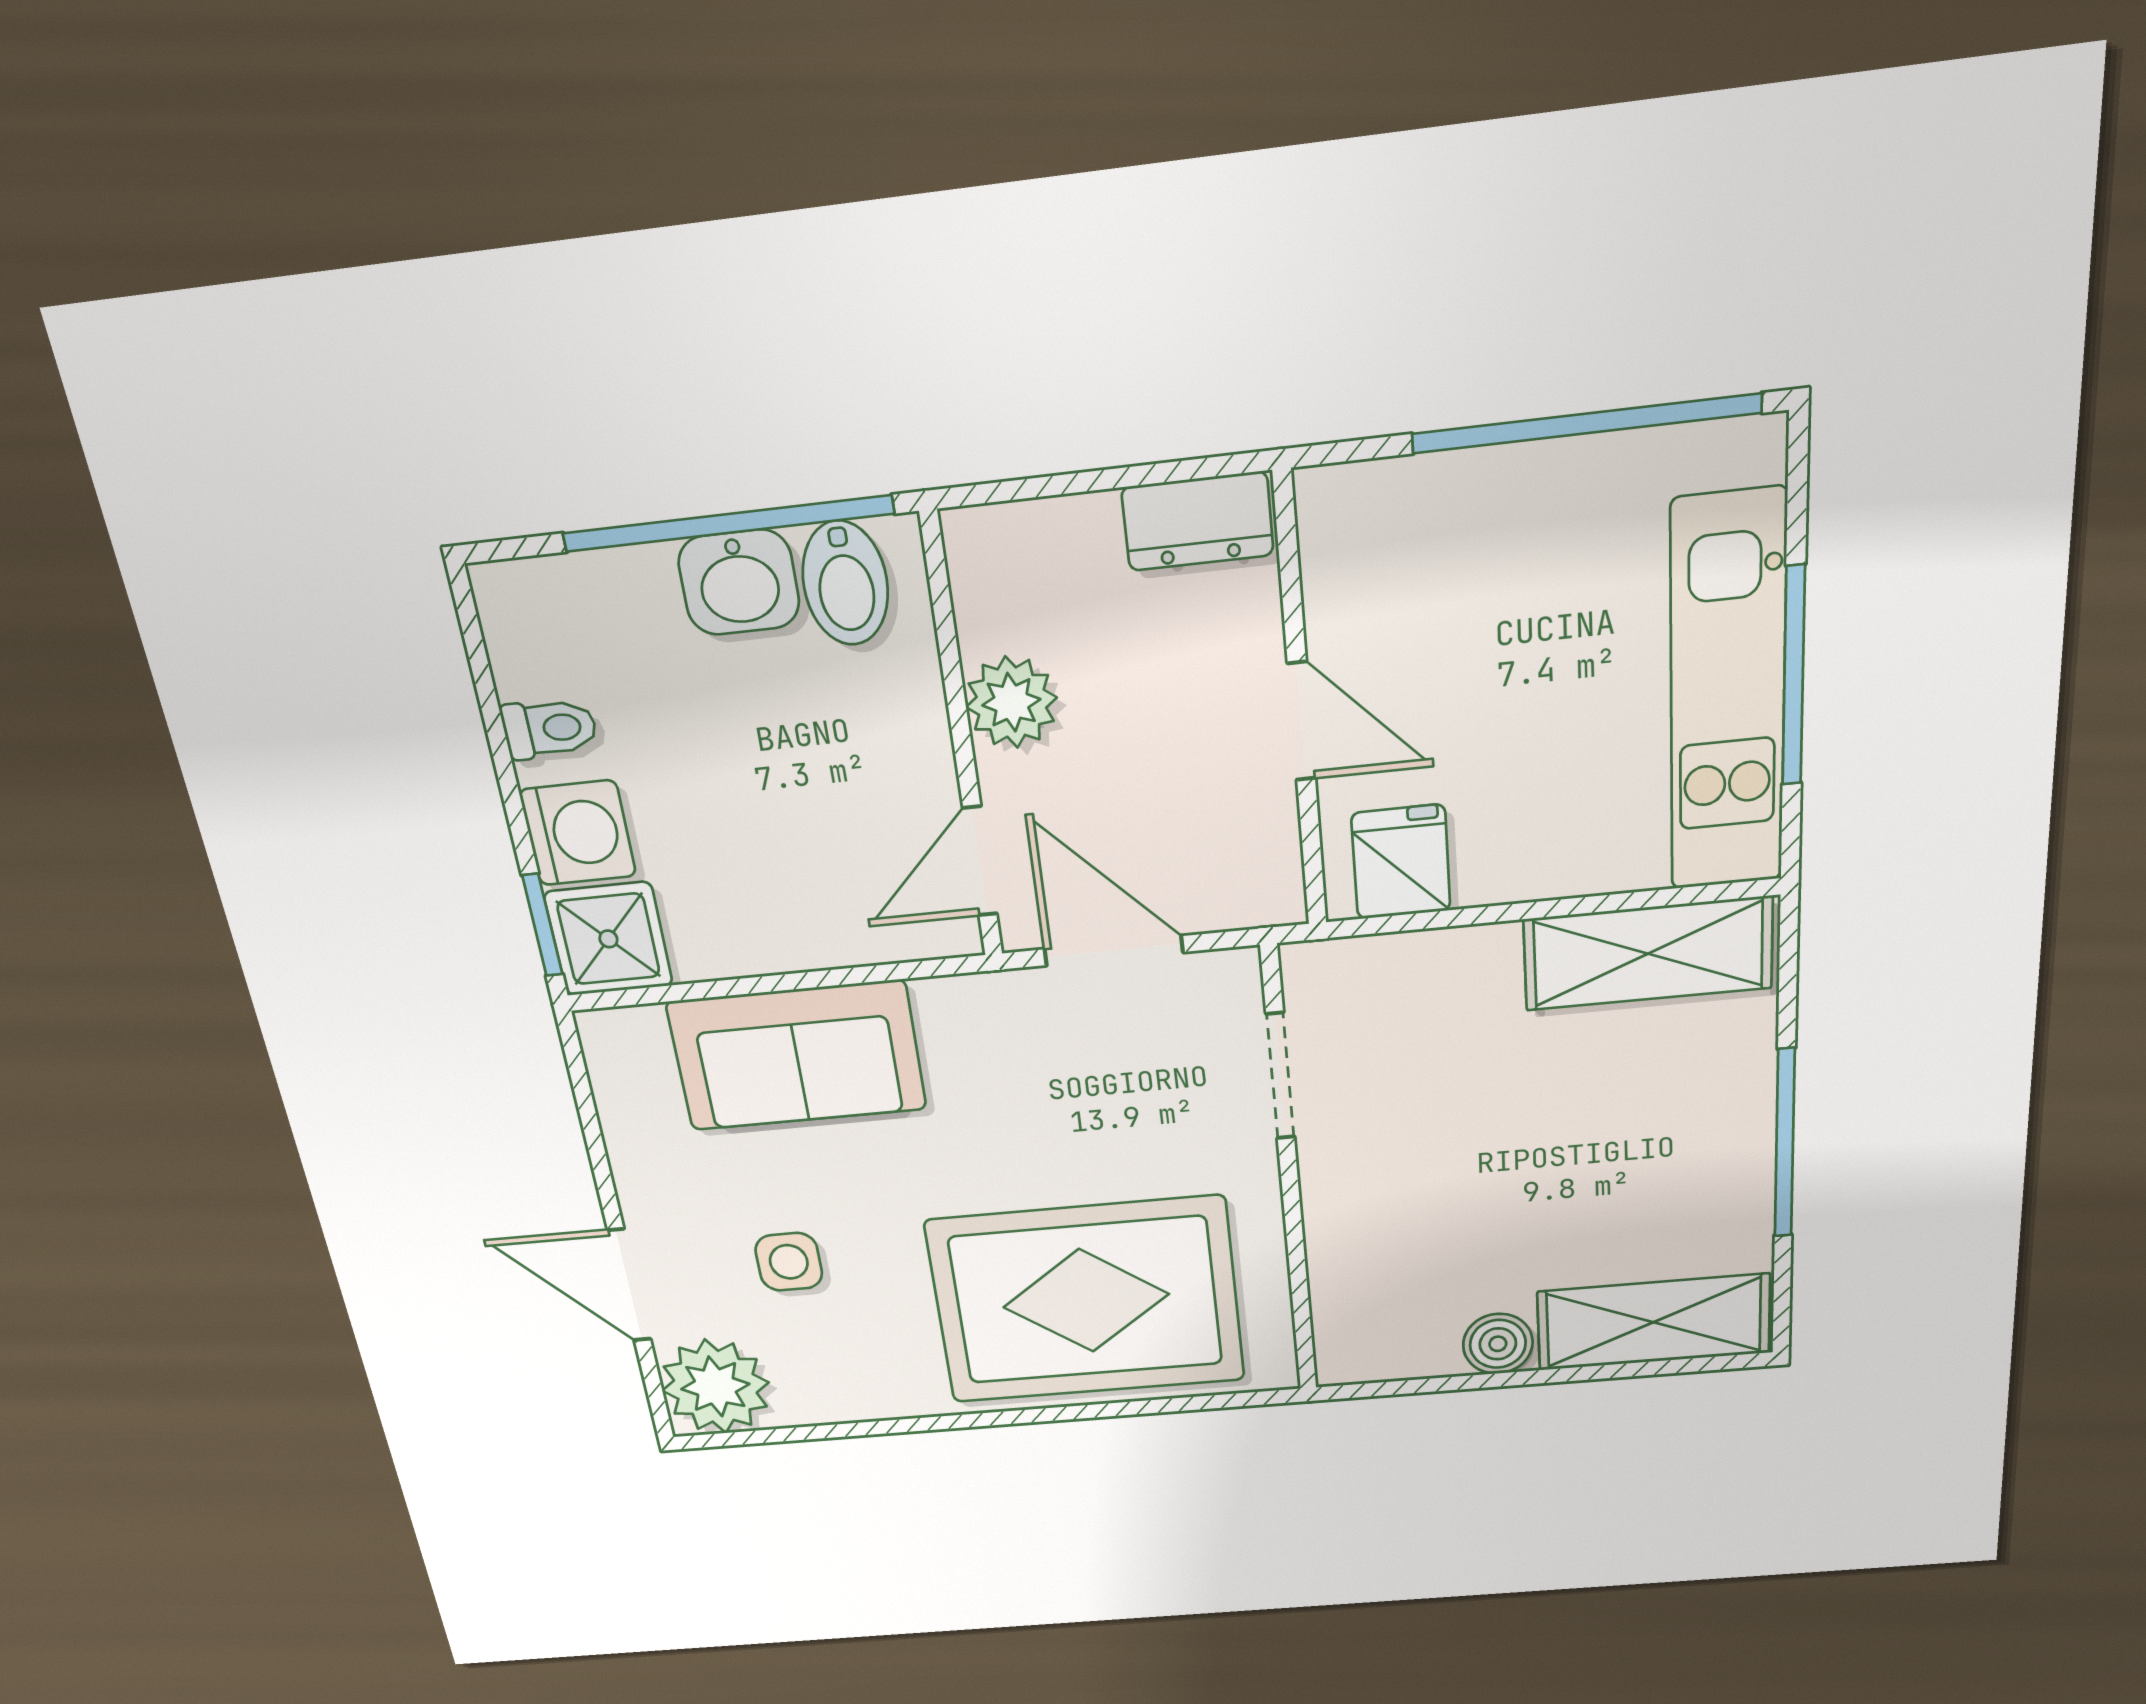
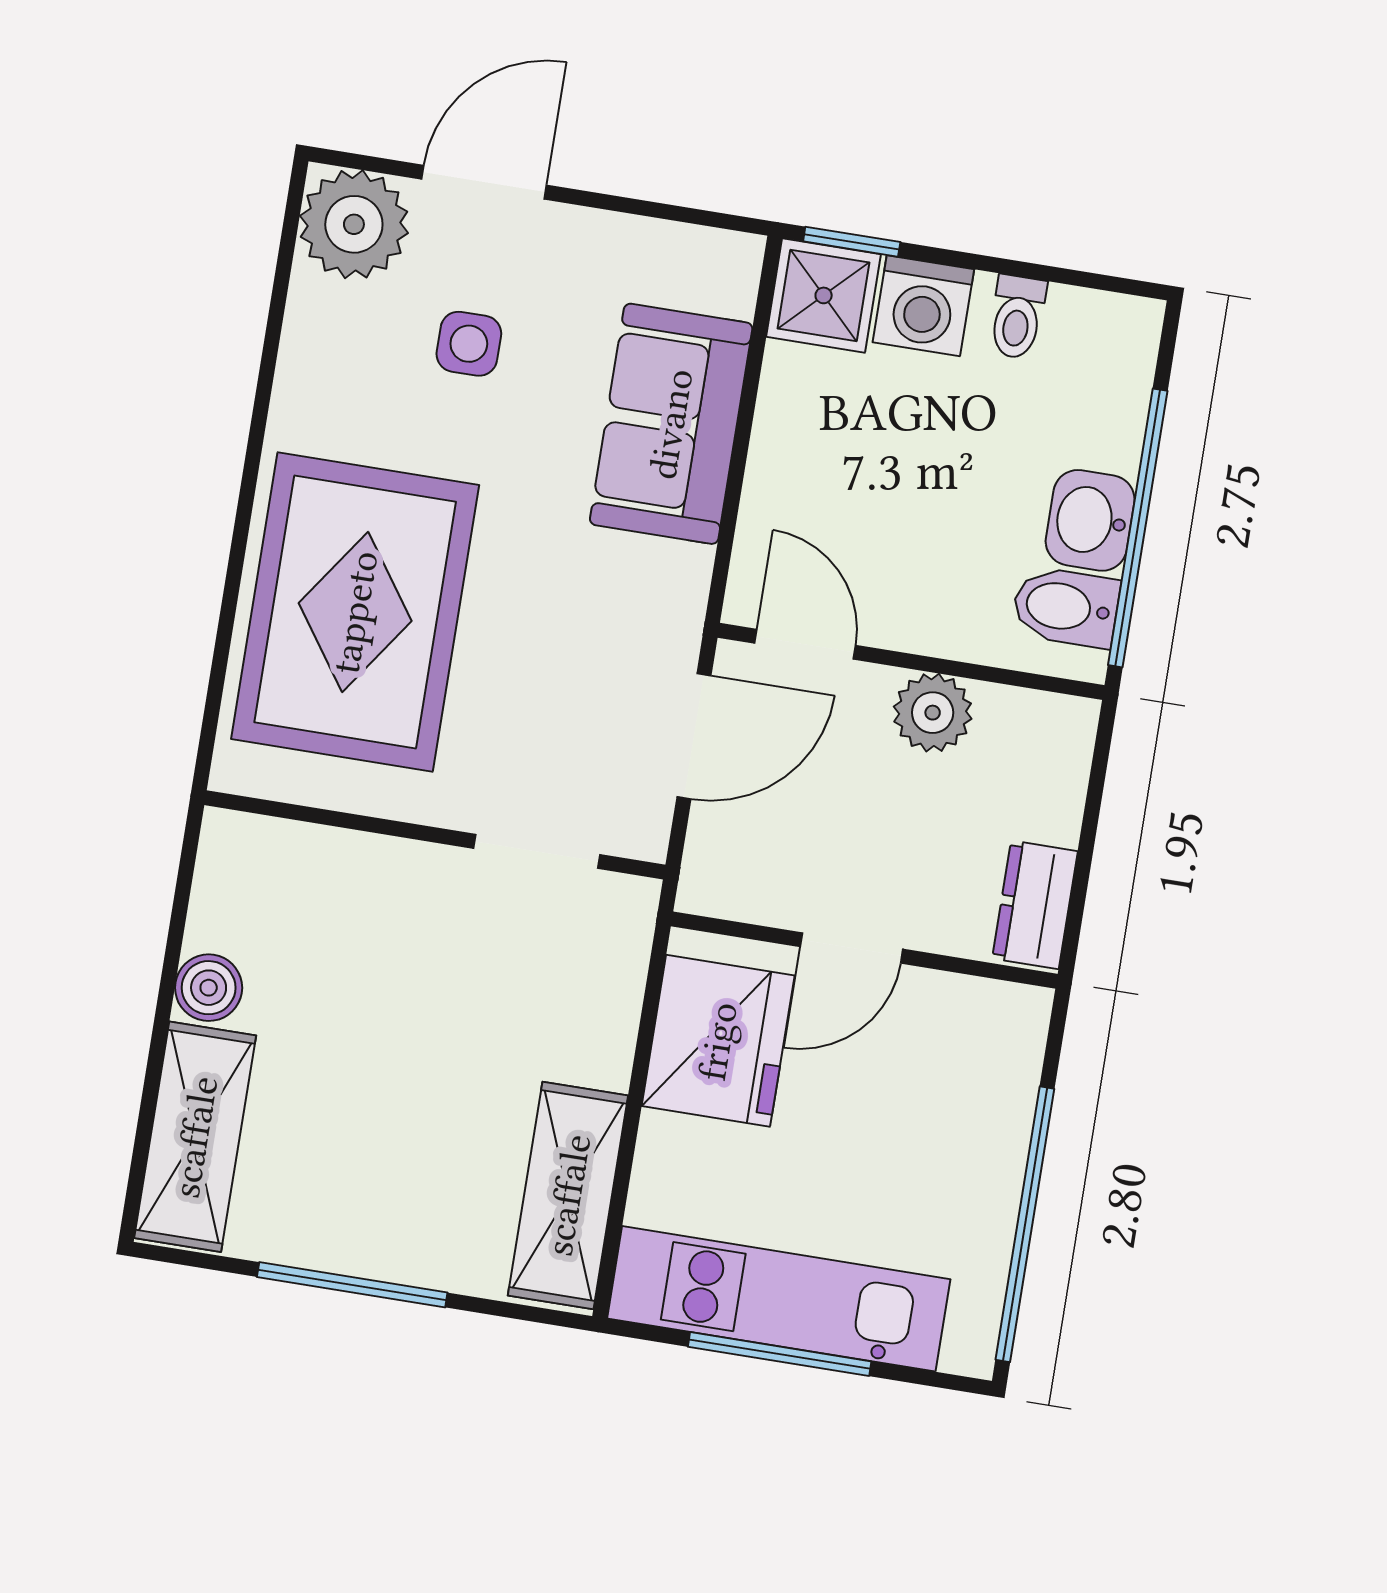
fridge: (1401, 862) -> (718, 1041), width x1.88, depth x1.34

